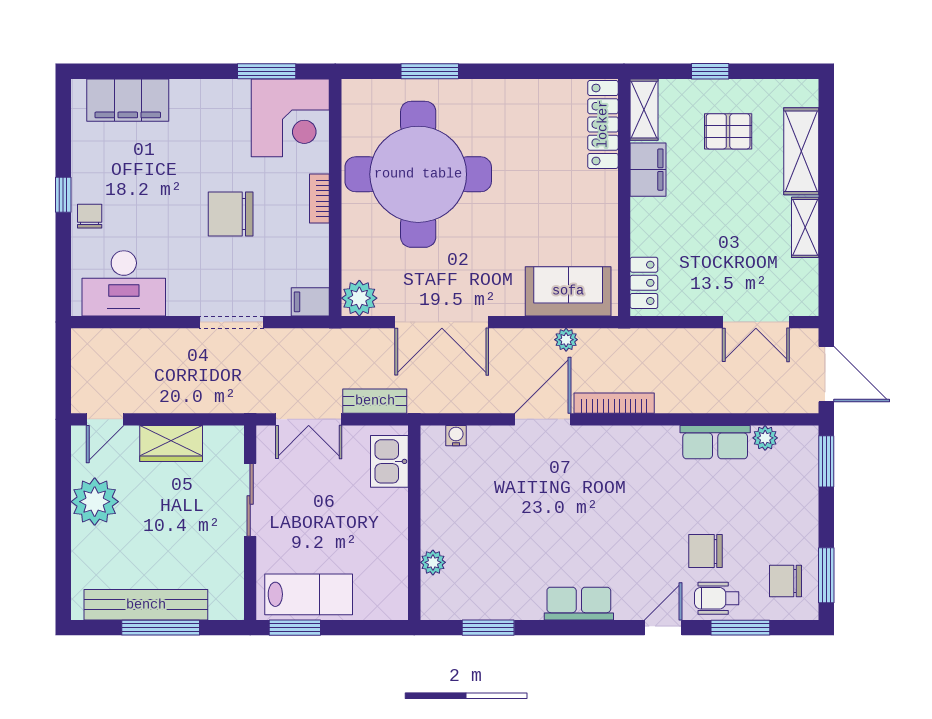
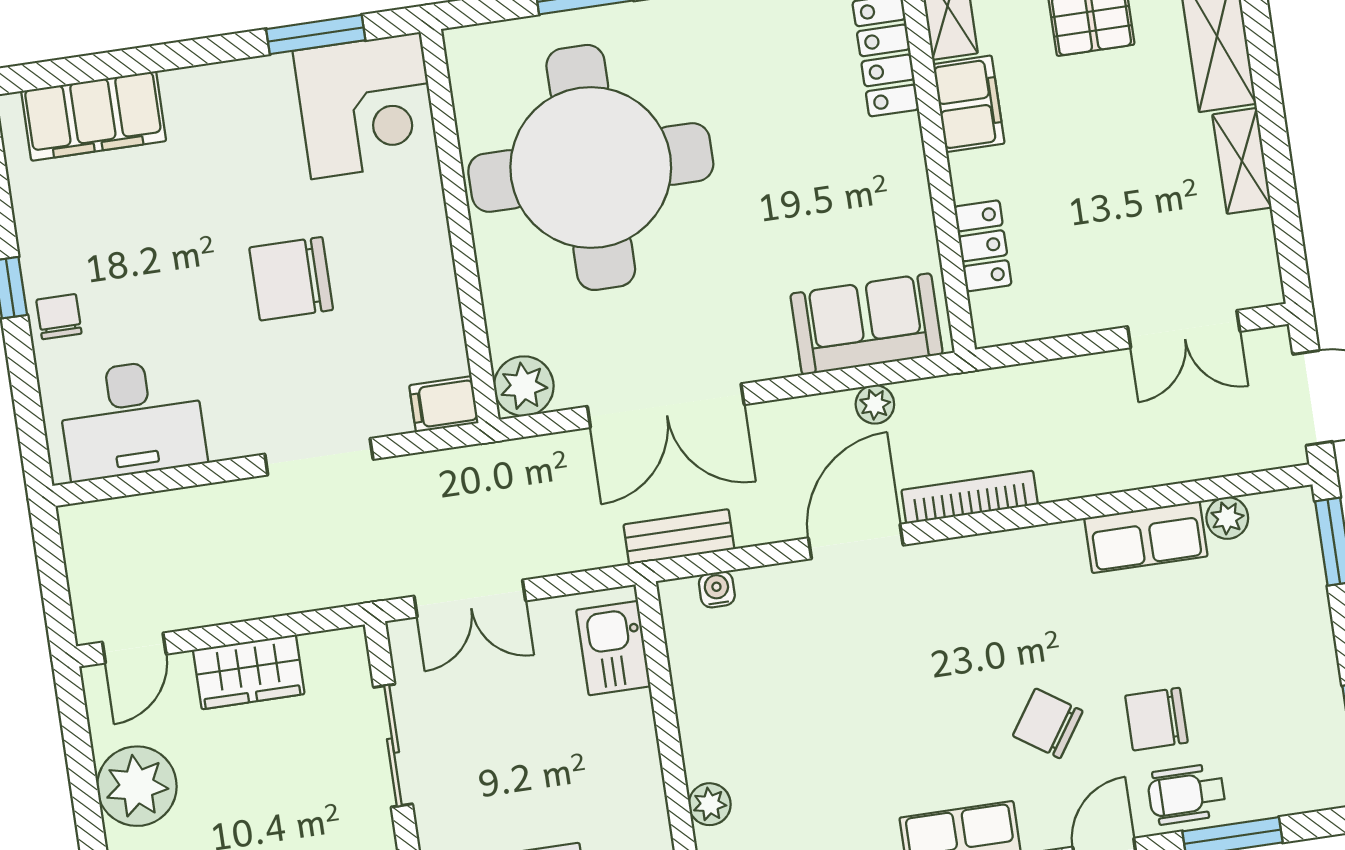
bookcase: (319, 199) -> (434, 232), removed
locker: (644, 283) -> (983, 246), moved
bench: (375, 401) -> (679, 537), moved
chair: (785, 581) -> (1048, 723), moved, turned 34

